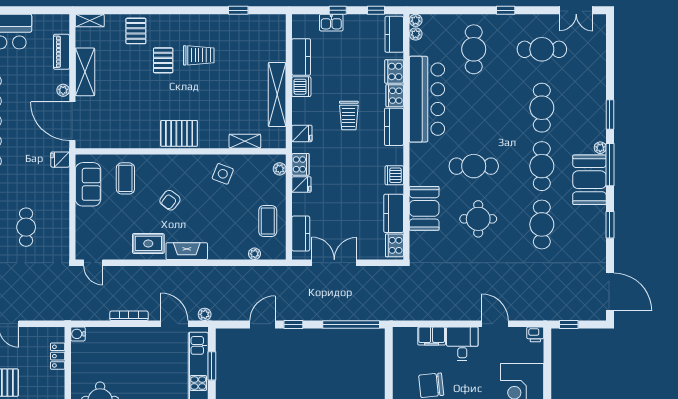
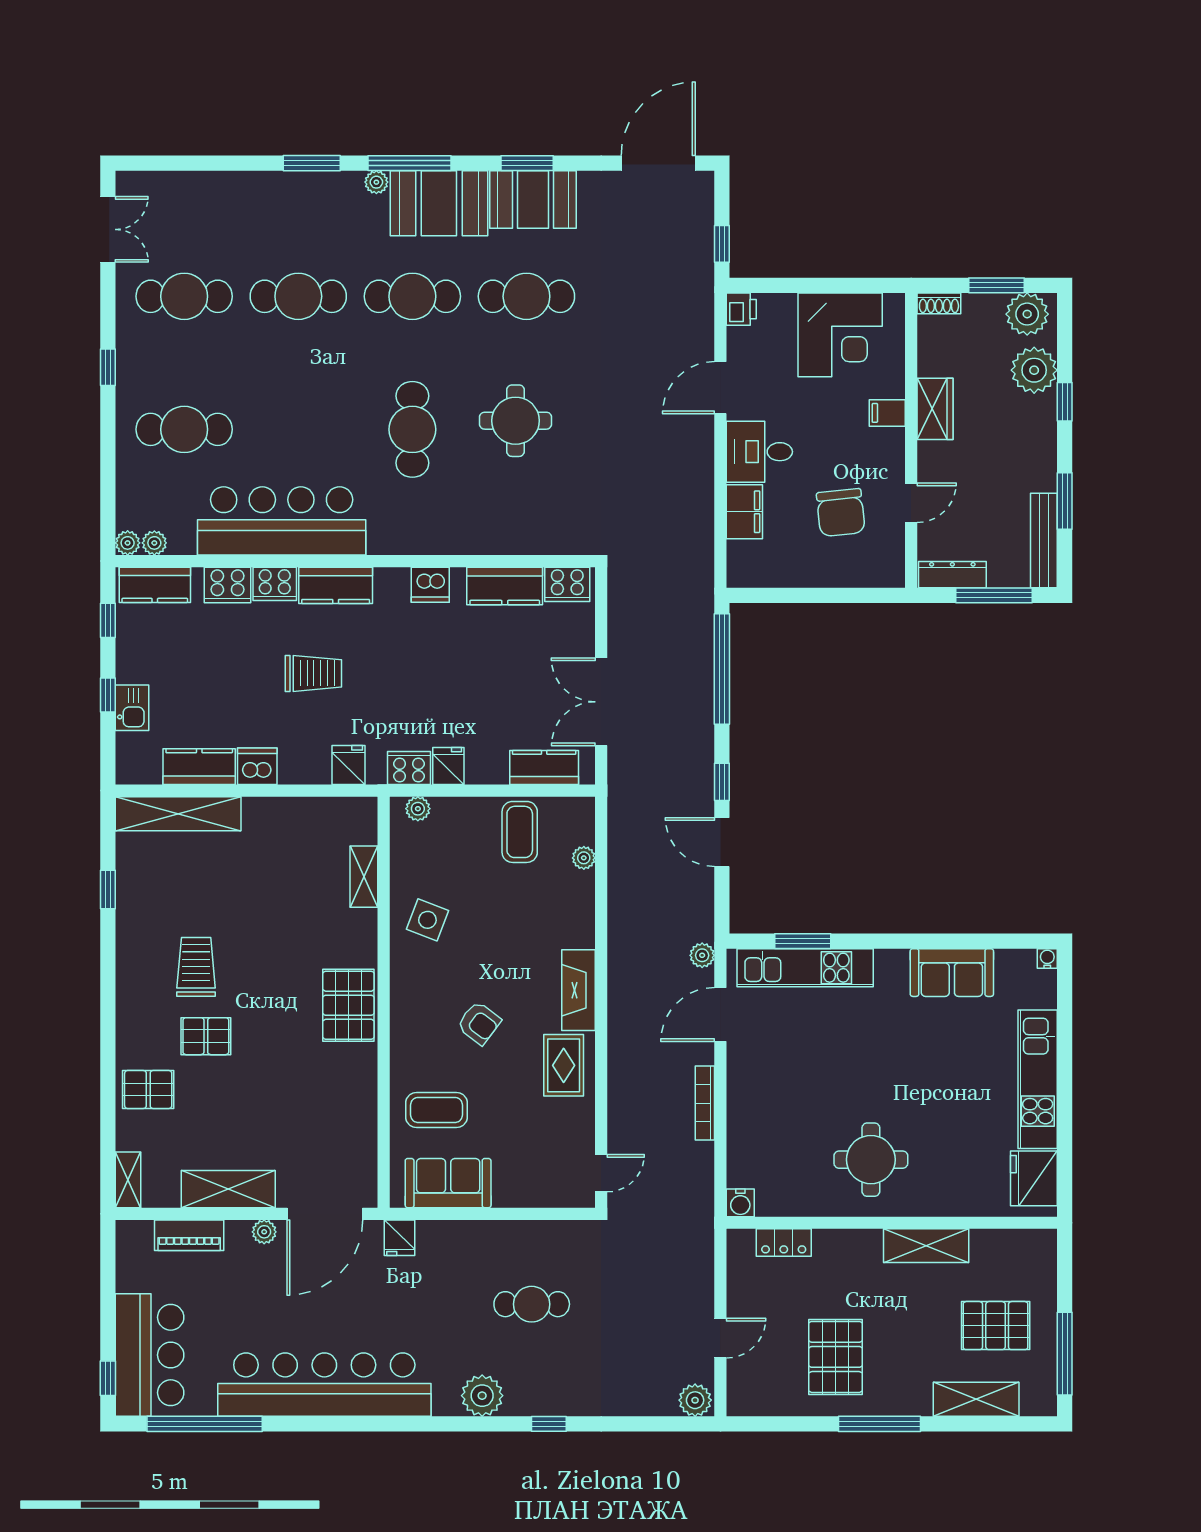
cafe table: (542, 49) -> (184, 296), turned 90
shelving: (277, 95) -> (178, 814), moved
booth: (424, 208) -> (533, 199), moved
coffee table: (268, 221) -> (520, 832), turned 90

